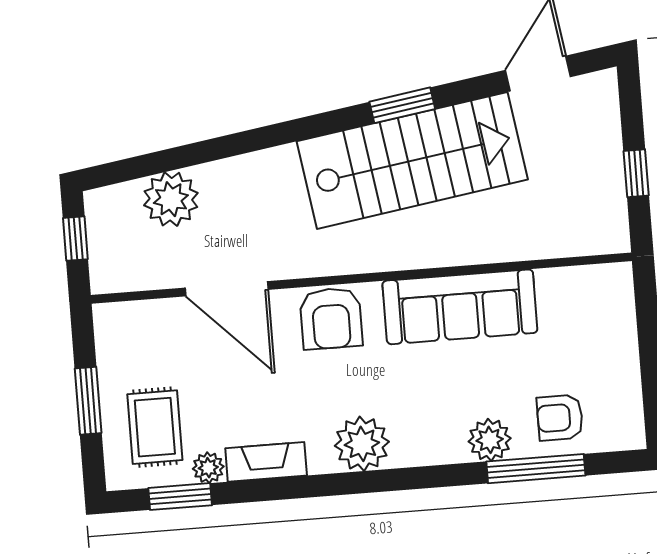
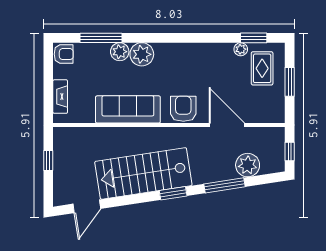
window: (402, 105) -> (173, 193), moved
window: (221, 148) -> (224, 185), added
armchair: (560, 418) -> (64, 54), moved
plant: (362, 444) -> (142, 54), moved
fireplace: (266, 462) -> (60, 97), moved, turned -90

